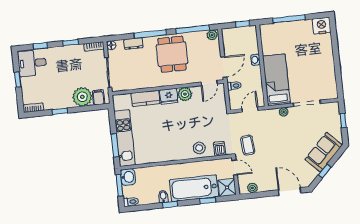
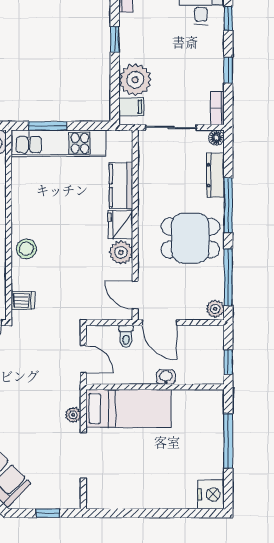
dresser: (133, 44) -> (215, 175), width x1.44
coffee table: (248, 145) -> (24, 349), removed
stool: (199, 148) -> (26, 249), moved

